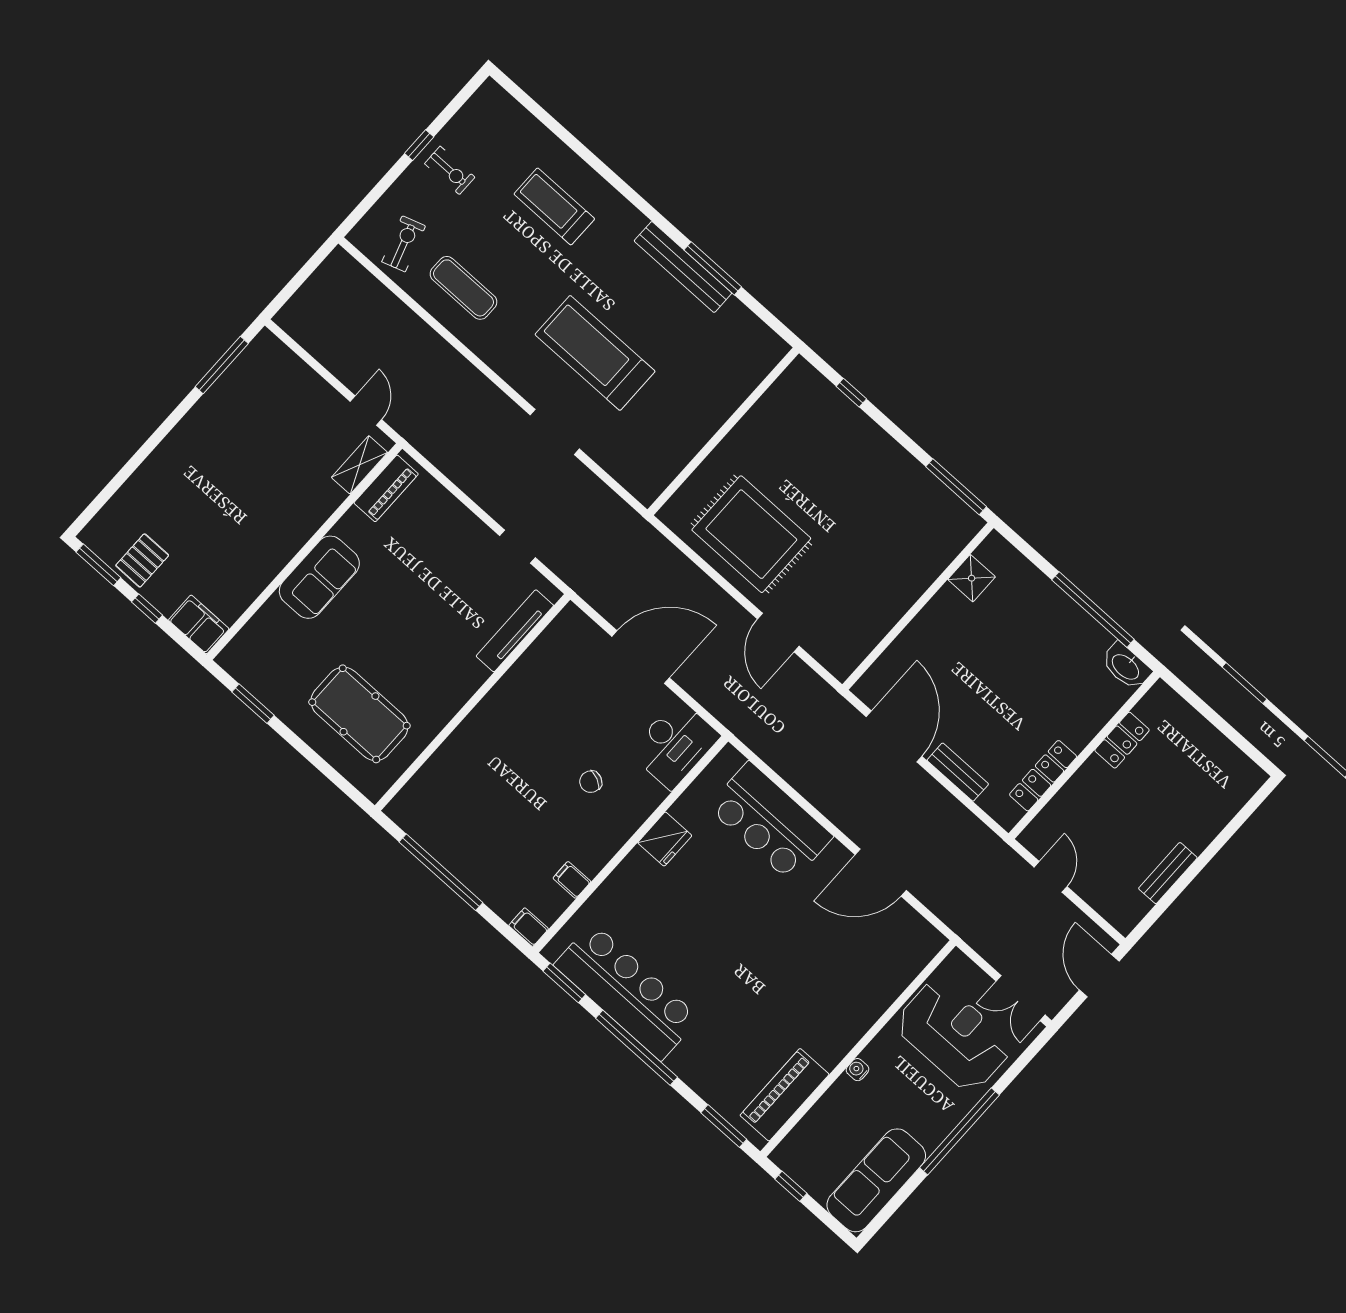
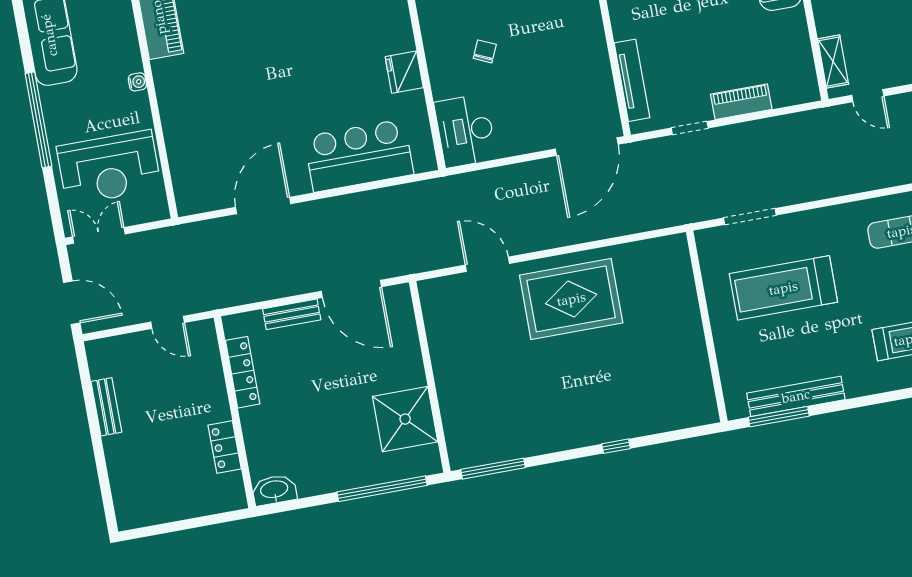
treadmill: (595, 353) -> (783, 288), turned 180
wall: (723, 431) -> (707, 326), moved
piano: (386, 488) -> (741, 102), moved, turned 90
shower: (972, 578) -> (405, 419), width x1.86, depth x1.86
window: (1093, 610) -> (382, 489), moved
door: (641, 657) -> (587, 147), moved

